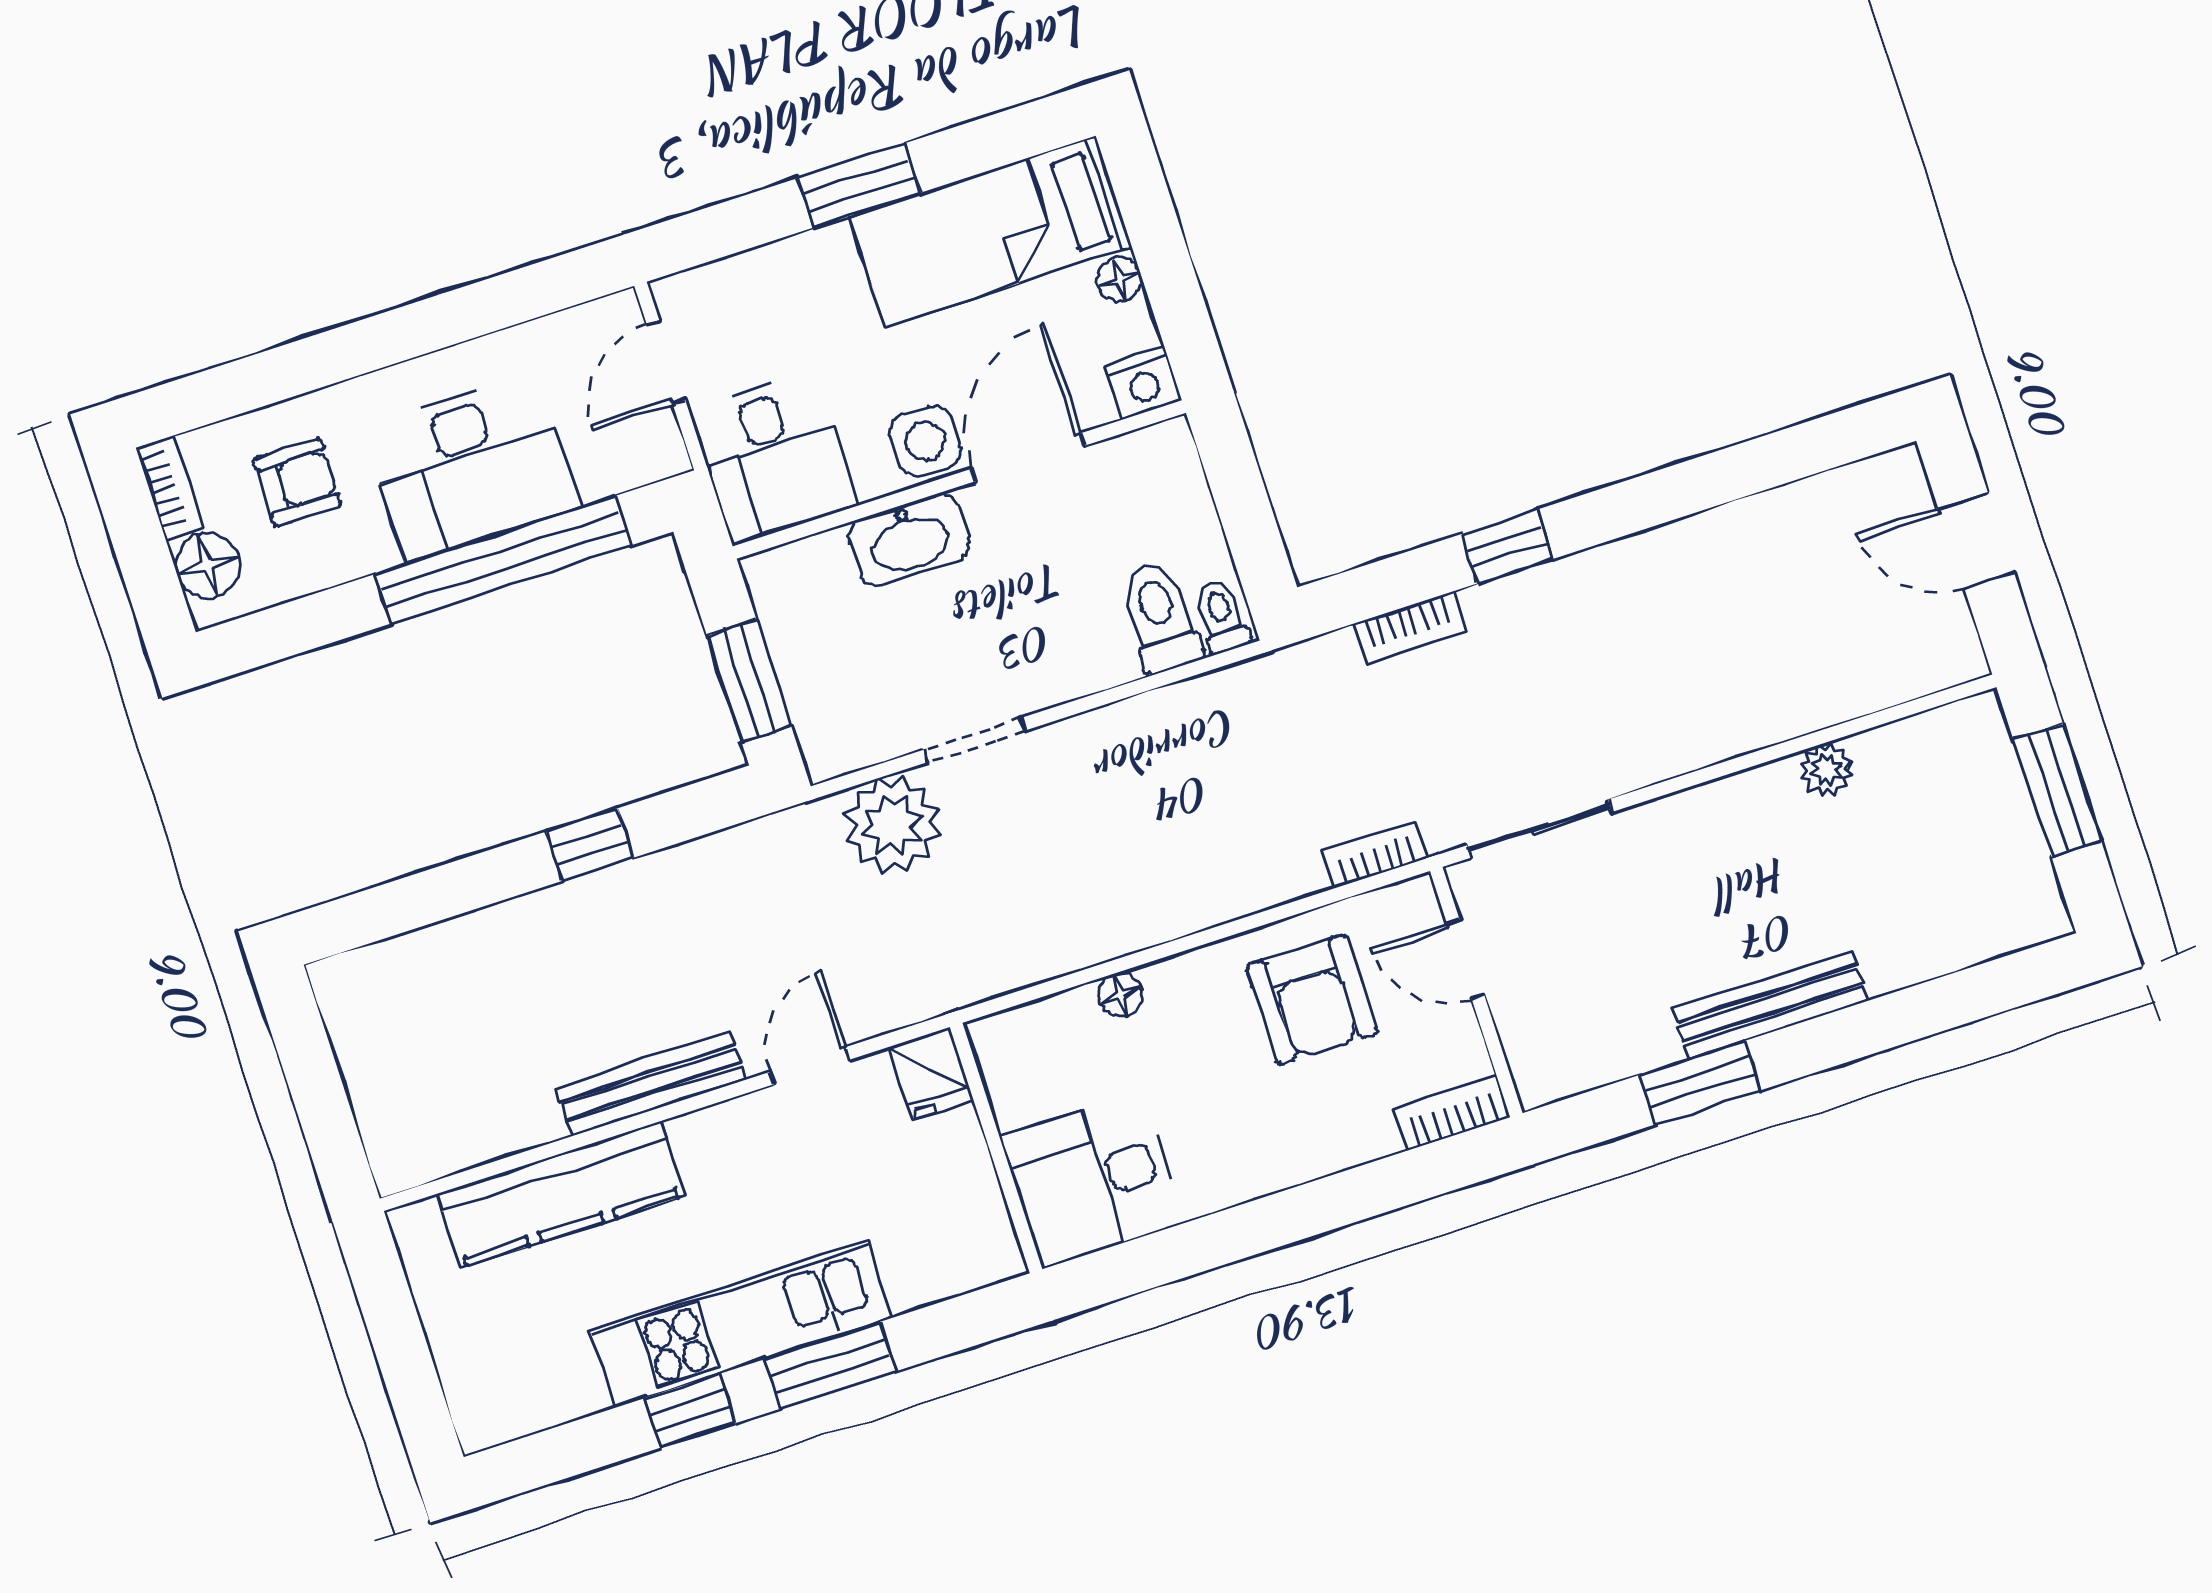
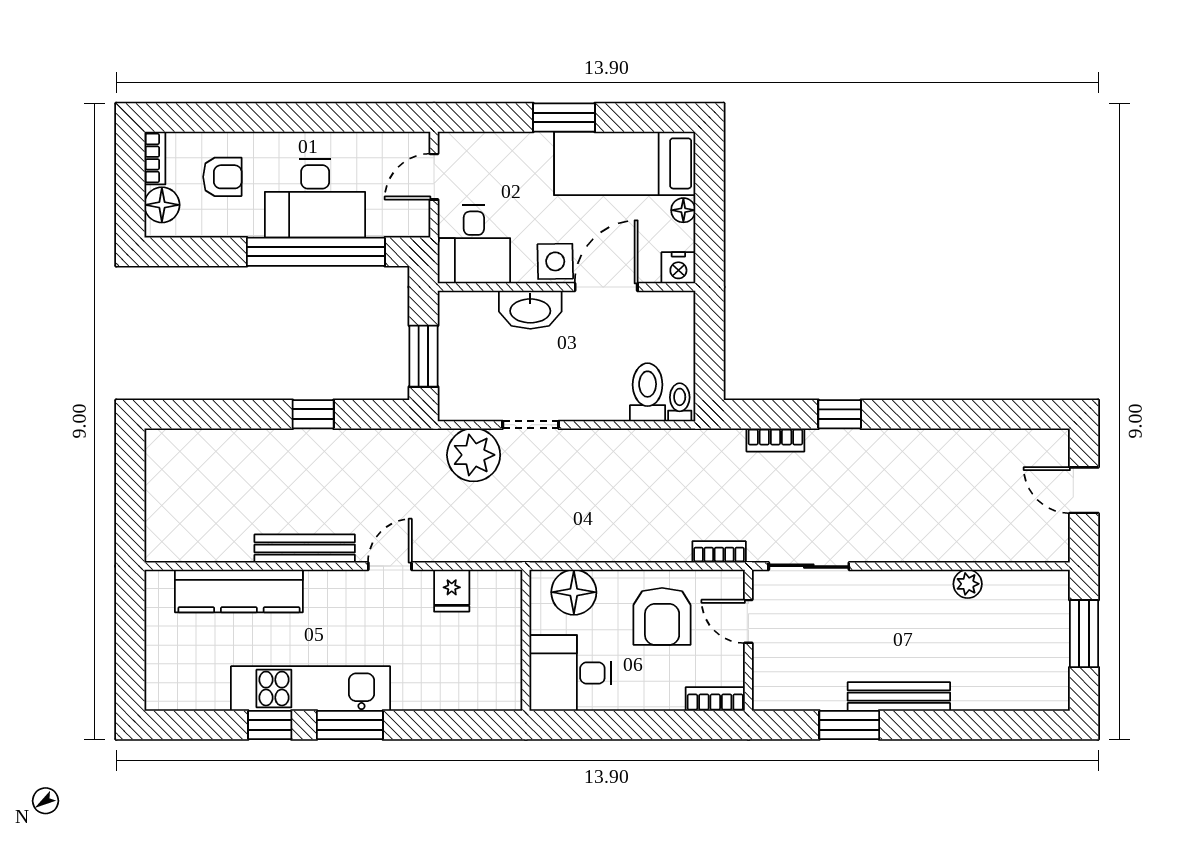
floor lamp: (1120, 995) -> (574, 592), width x1.89, depth x1.89
wall: (996, 1148) -> (526, 640), moved
desk: (1092, 1180) -> (570, 673), moved

